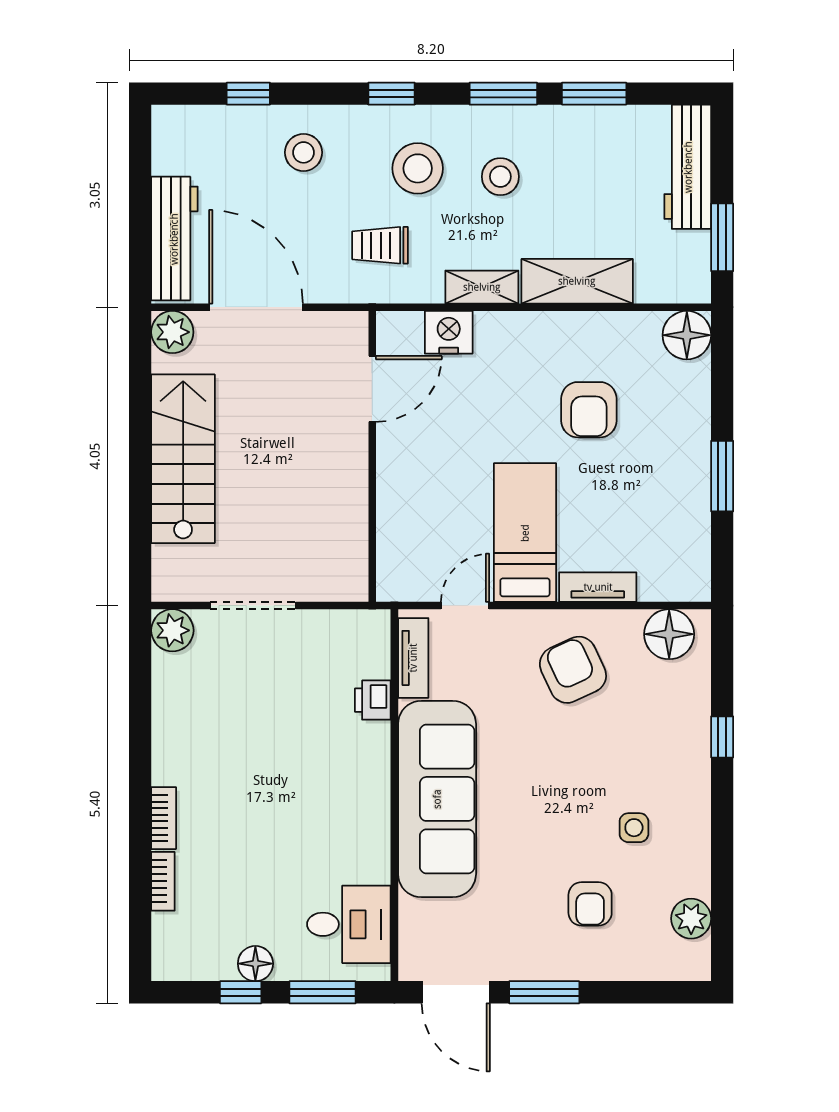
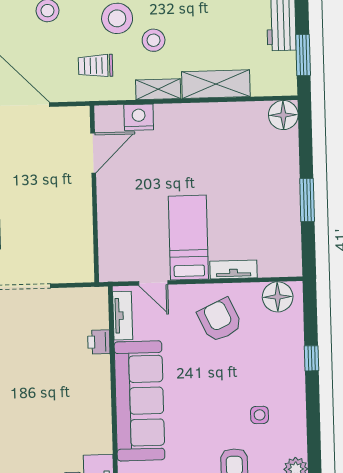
stool: (500, 177) -> (154, 40), moved
armchair: (589, 410) -> (225, 162), removed
door: (465, 606) -> (153, 283), swing flipped

